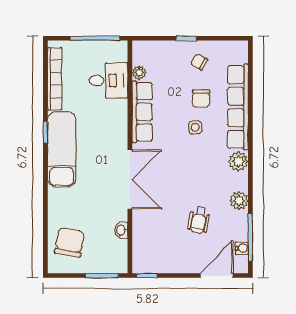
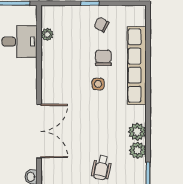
chair: (201, 98) -> (103, 58), turned 180
row of seats: (142, 112) -> (50, 70), removed
plant: (238, 161) -> (137, 132), moved

